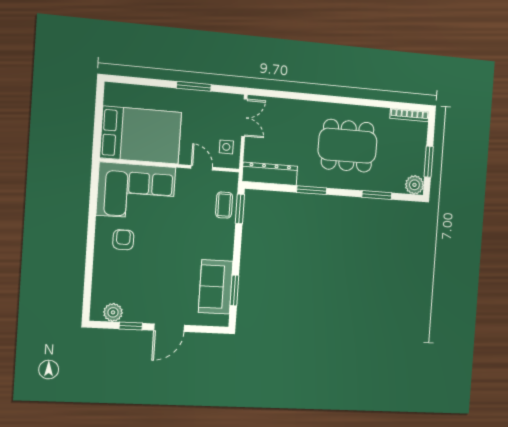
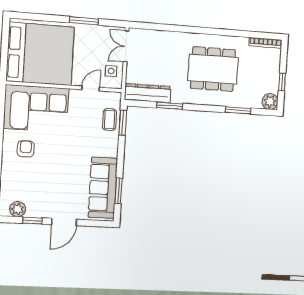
double door: (244, 118) -> (126, 46), swing flipped
bed: (141, 135) -> (40, 54), width x1.36
window: (429, 162) -> (282, 82), width x0.67
door: (202, 168) -> (91, 89), hinge flipped
window: (312, 190) -> (170, 106), moved
sofa: (216, 287) -> (103, 188), width x1.36

